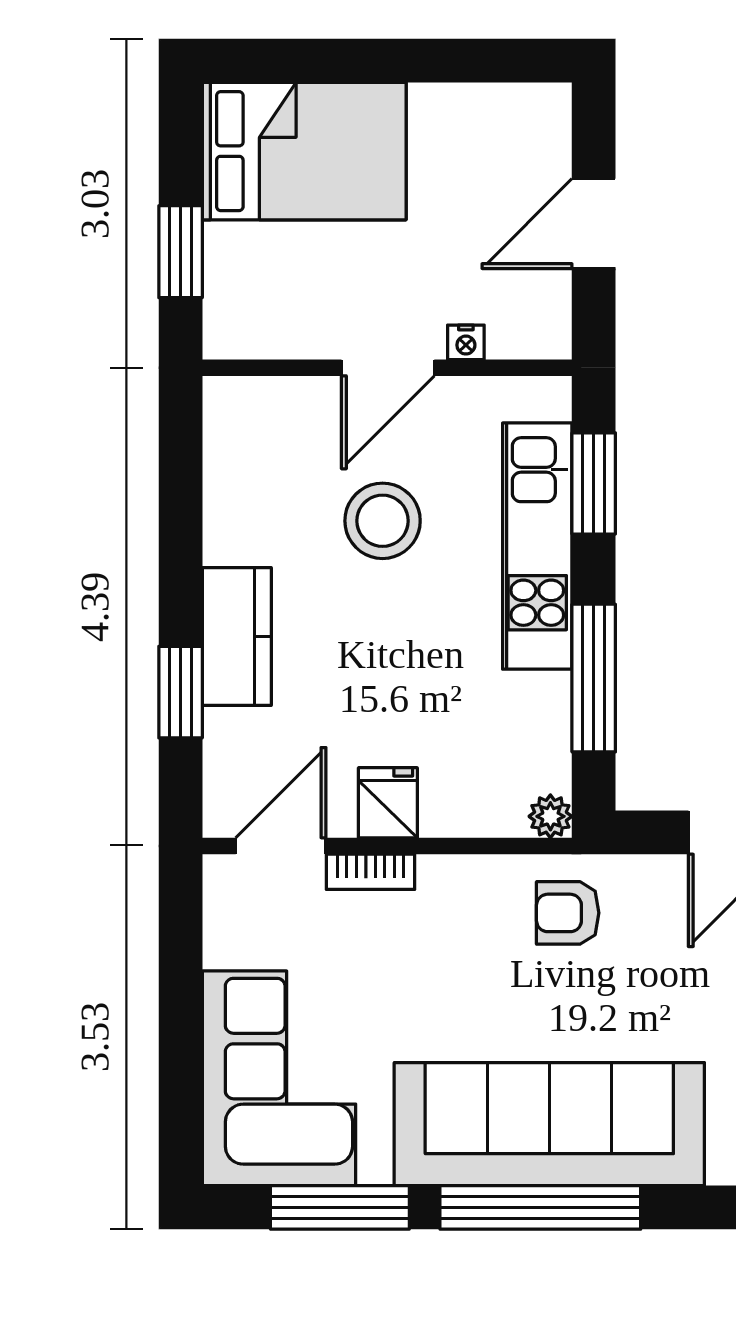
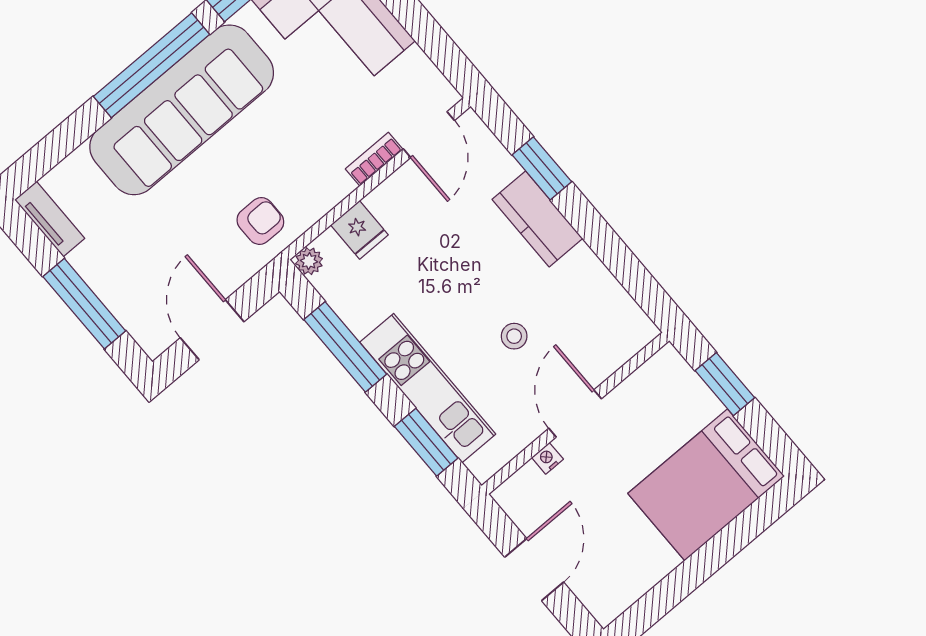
stool: (383, 521) -> (514, 336), width x0.53, depth x0.53
fridge: (388, 803) -> (359, 230), moved

